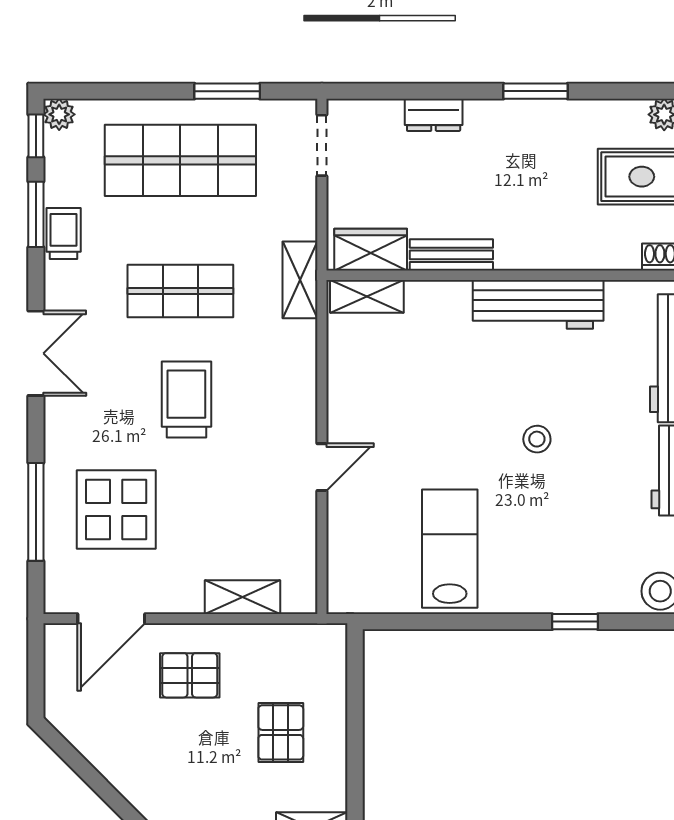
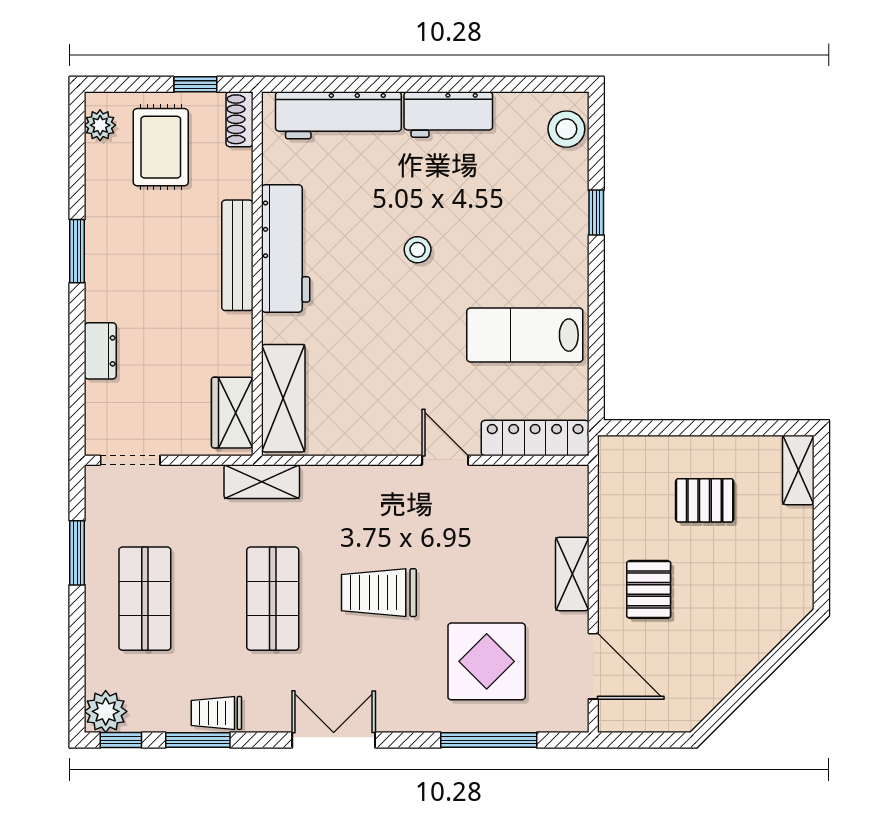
plant: (59, 114) -> (106, 711), width x1.38, depth x1.38
shop shelf: (180, 160) -> (145, 599), width x0.70, depth x0.74
bench: (451, 255) -> (237, 255), moved, width x1.36
shelving: (367, 296) -> (283, 398), width x1.50, depth x1.33
locker: (345, 559) -> (535, 438), added
shelving: (242, 597) -> (572, 574), moved

